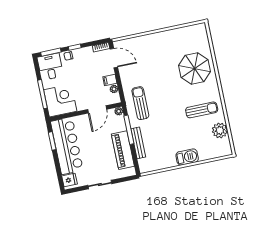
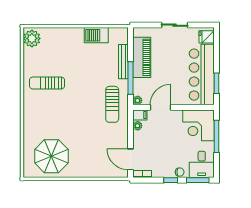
parasol: (195, 68) -> (51, 156), moved
filing cabinet: (110, 80) -> (140, 115), moved
plant: (220, 130) -> (32, 38), moved
barbecue: (187, 157) -> (96, 35), moved

